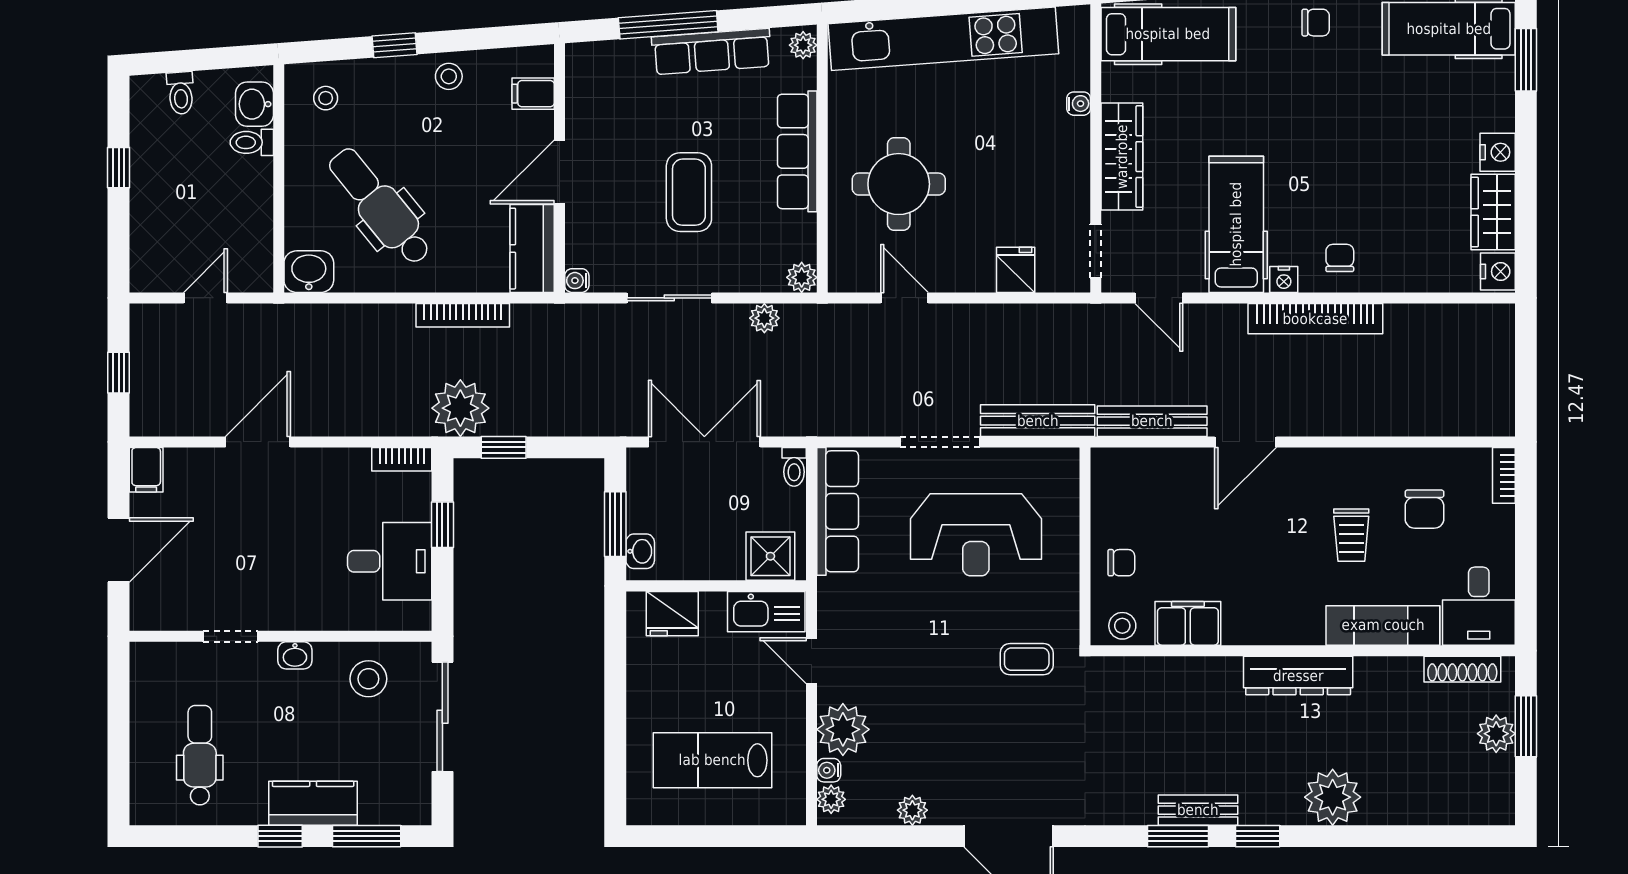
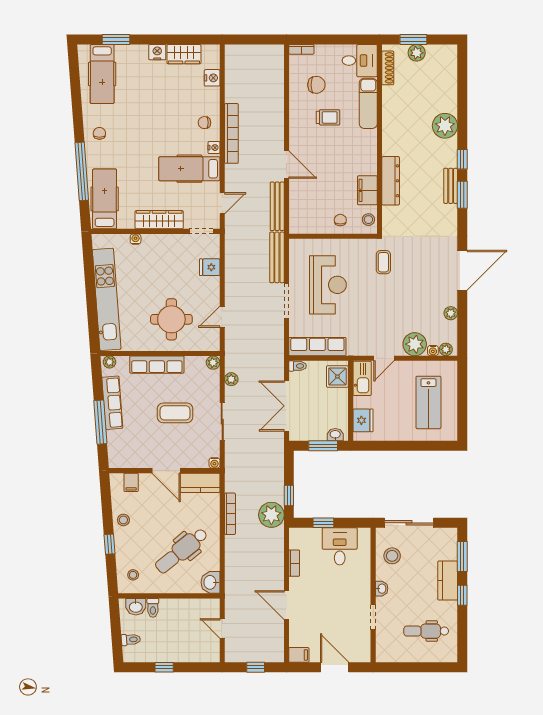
nightstand: (1498, 272) -> (212, 78), moved, turned 90
bookcase: (402, 459) -> (294, 563), moved
dresser: (1298, 676) -> (391, 181), moved

